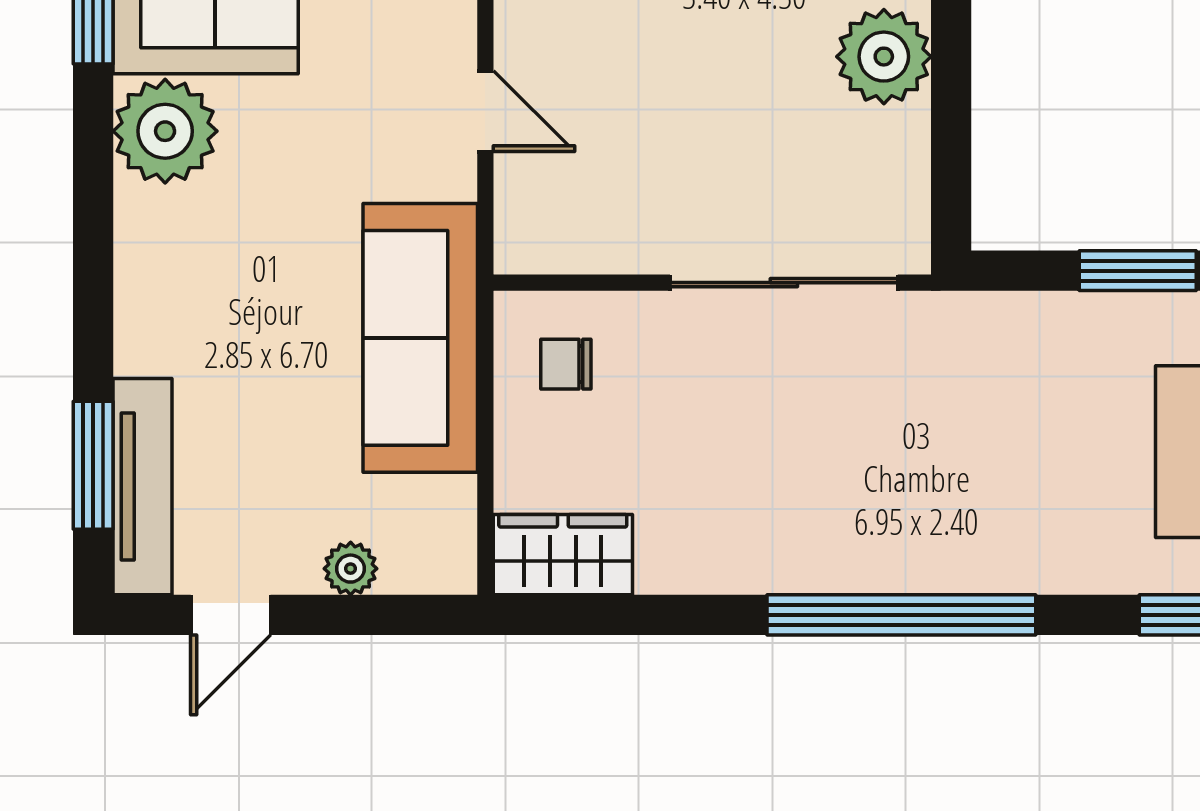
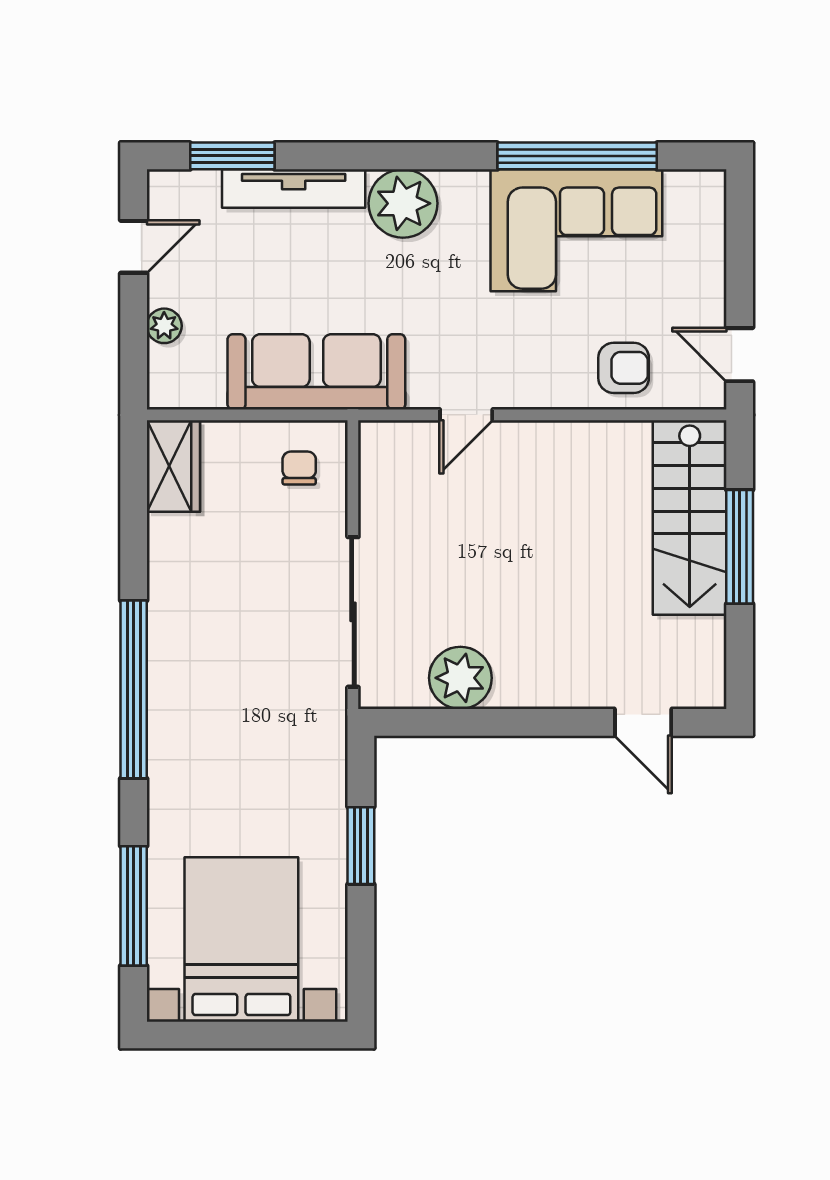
plant: (884, 57) -> (460, 678), moved
plant: (165, 131) -> (403, 203), moved
tv unit: (142, 487) -> (294, 188), moved
door: (231, 615) -> (134, 247), swing flipped

